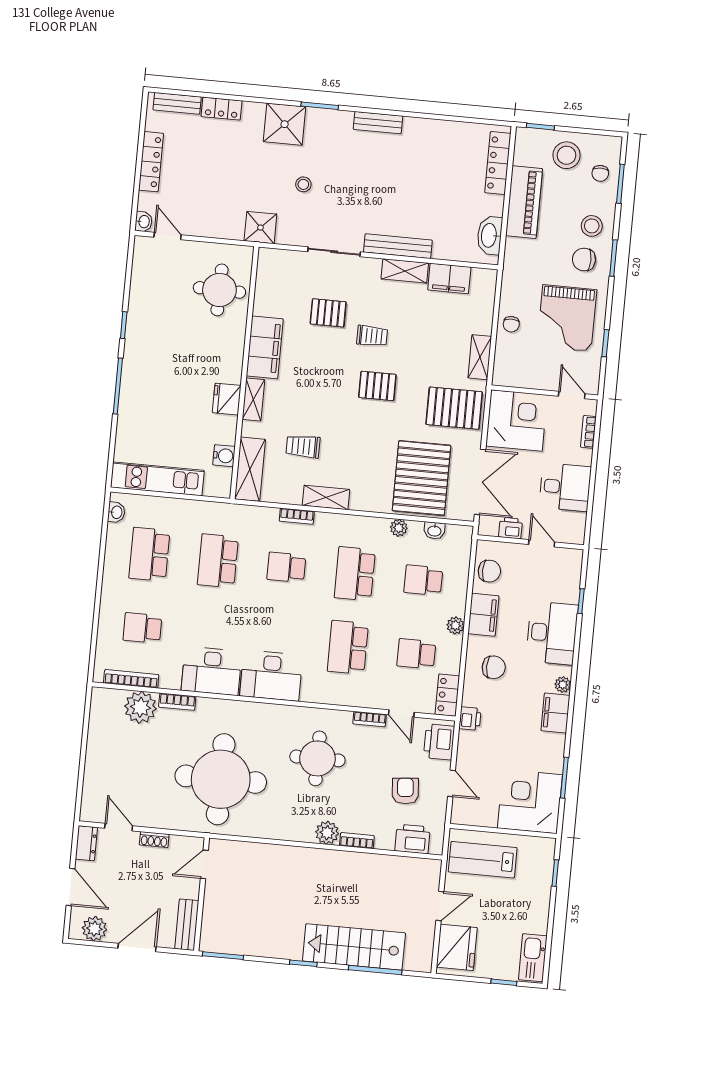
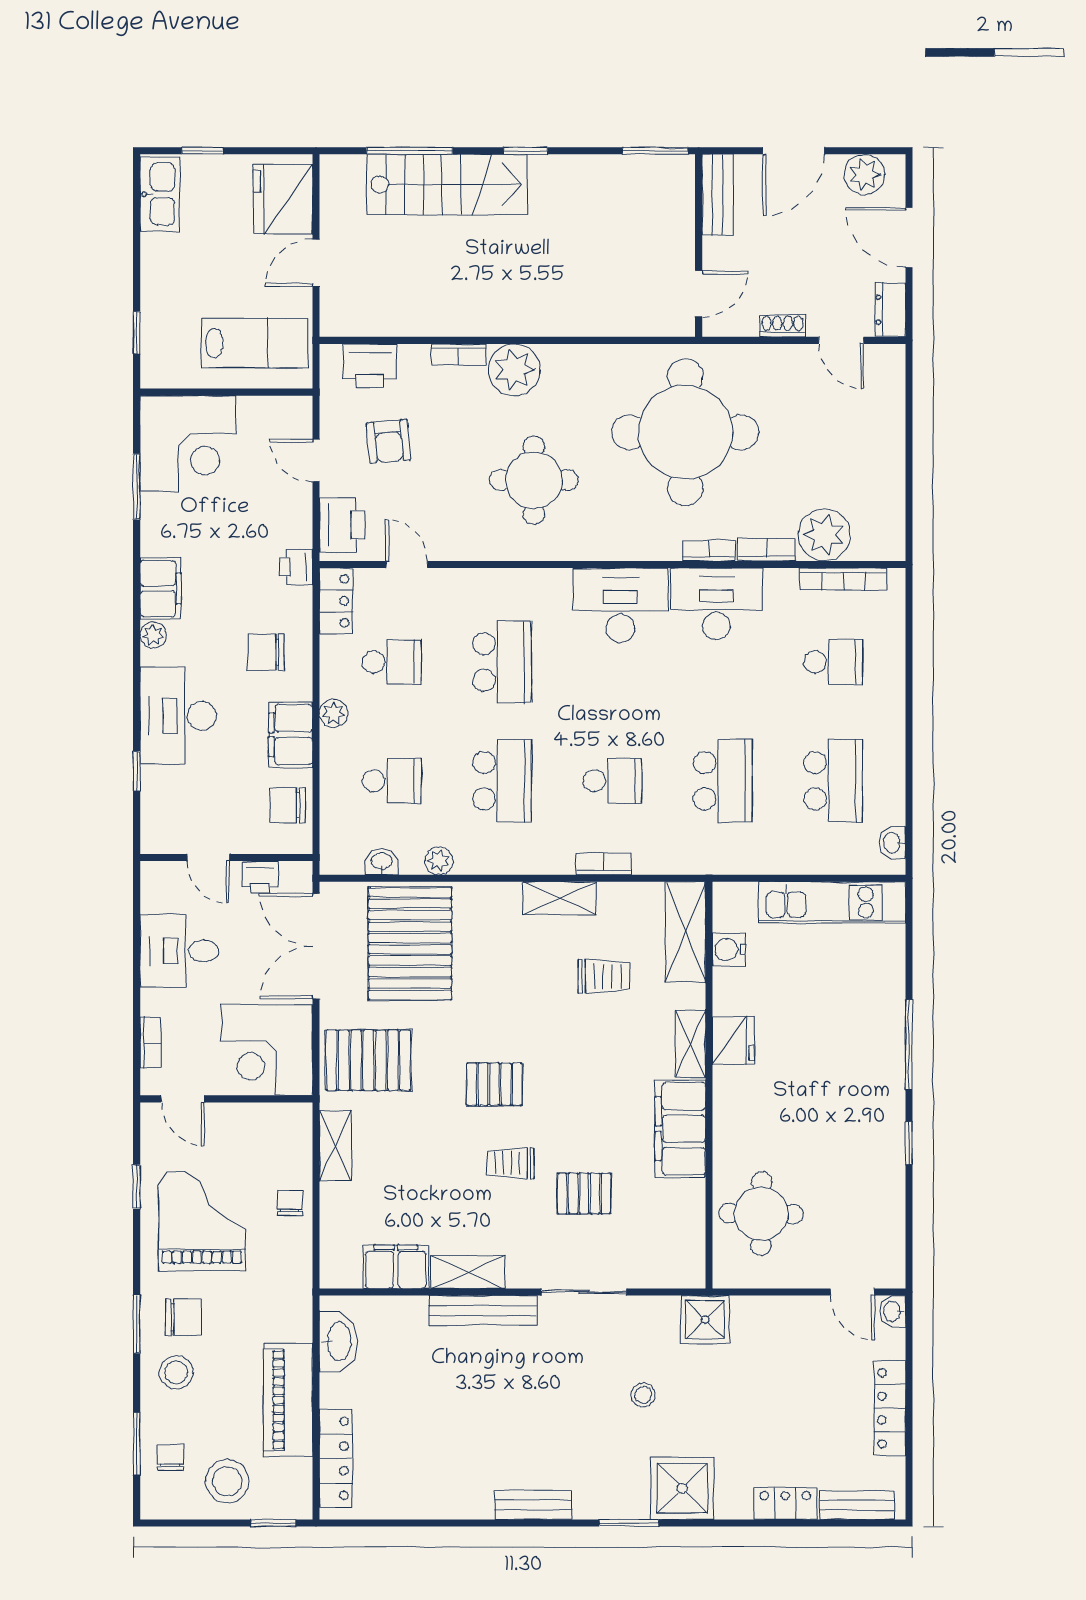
bookcase: (370, 719) -> (709, 551), moved
plant: (327, 833) -> (514, 370), width x1.36, depth x1.36

